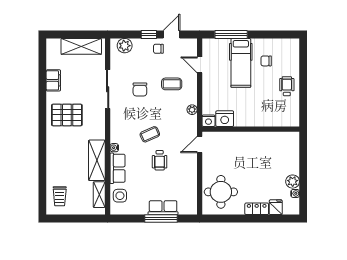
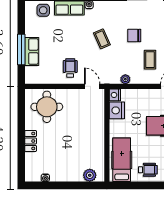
chair: (140, 89) -> (134, 35), moved
hospital bed: (276, 114) -> (122, 160), added
wheelchair: (160, 160) -> (70, 68), moved, turned 90
plant: (293, 182) -> (90, 175), moved
fridge: (276, 207) -> (32, 159), removed

